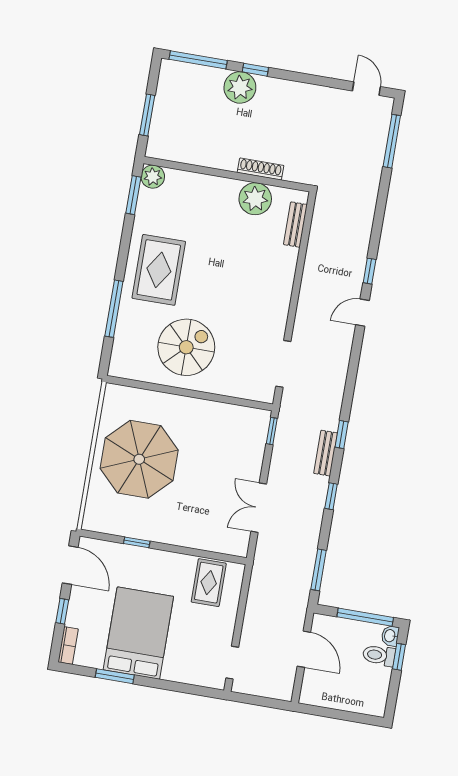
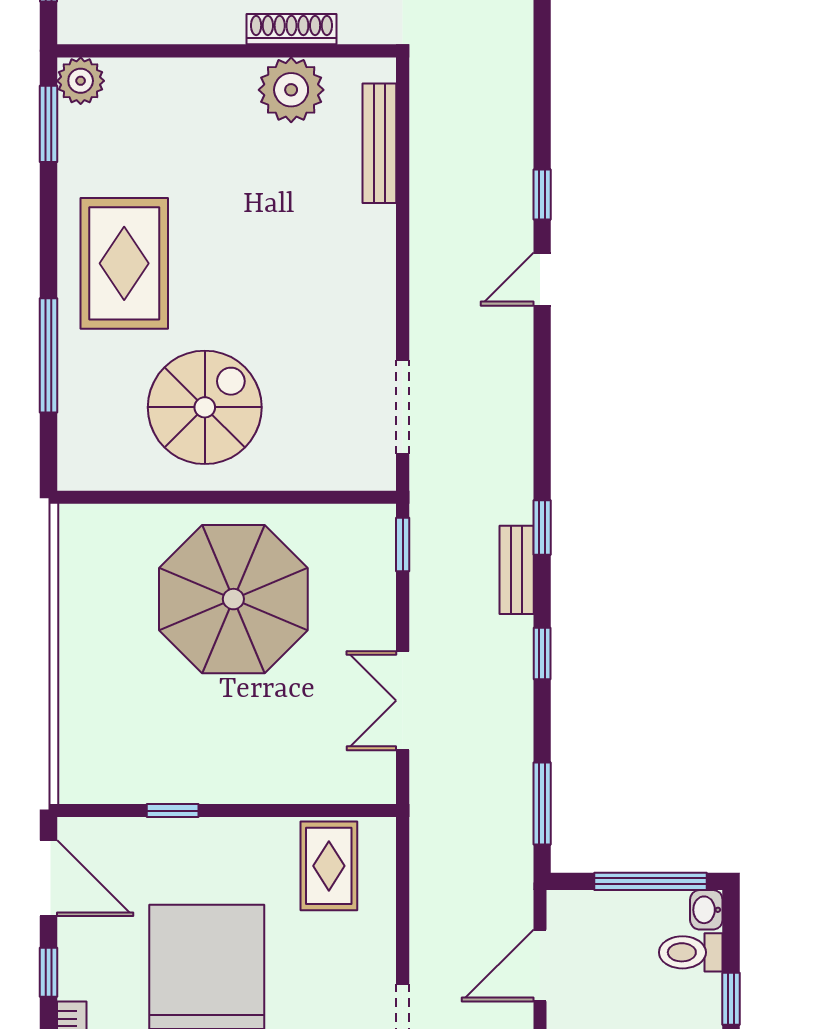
bench: (295, 225) -> (379, 143), width x1.36
parasol: (139, 459) -> (233, 599), moved
door: (304, 649) -> (540, 965), swing flipped
window: (399, 657) -> (731, 999), moved

